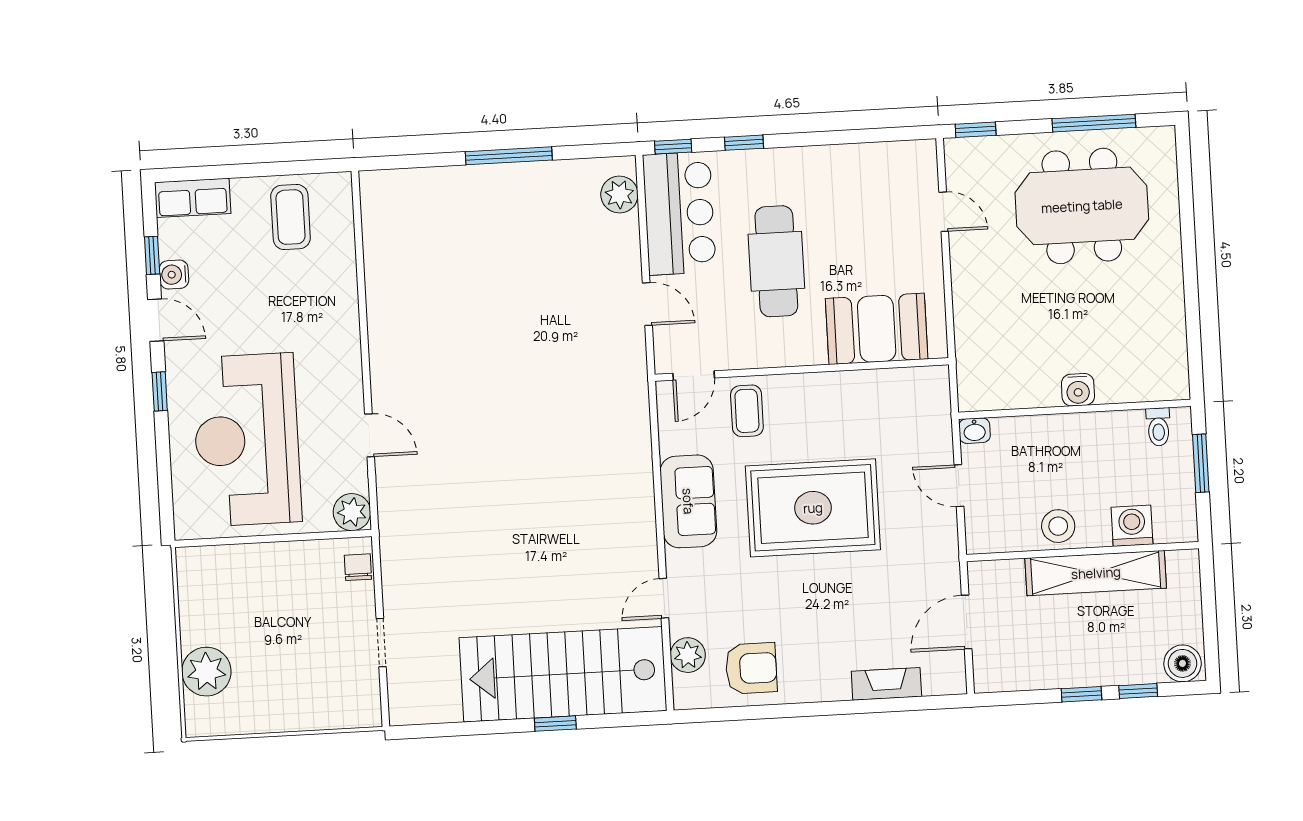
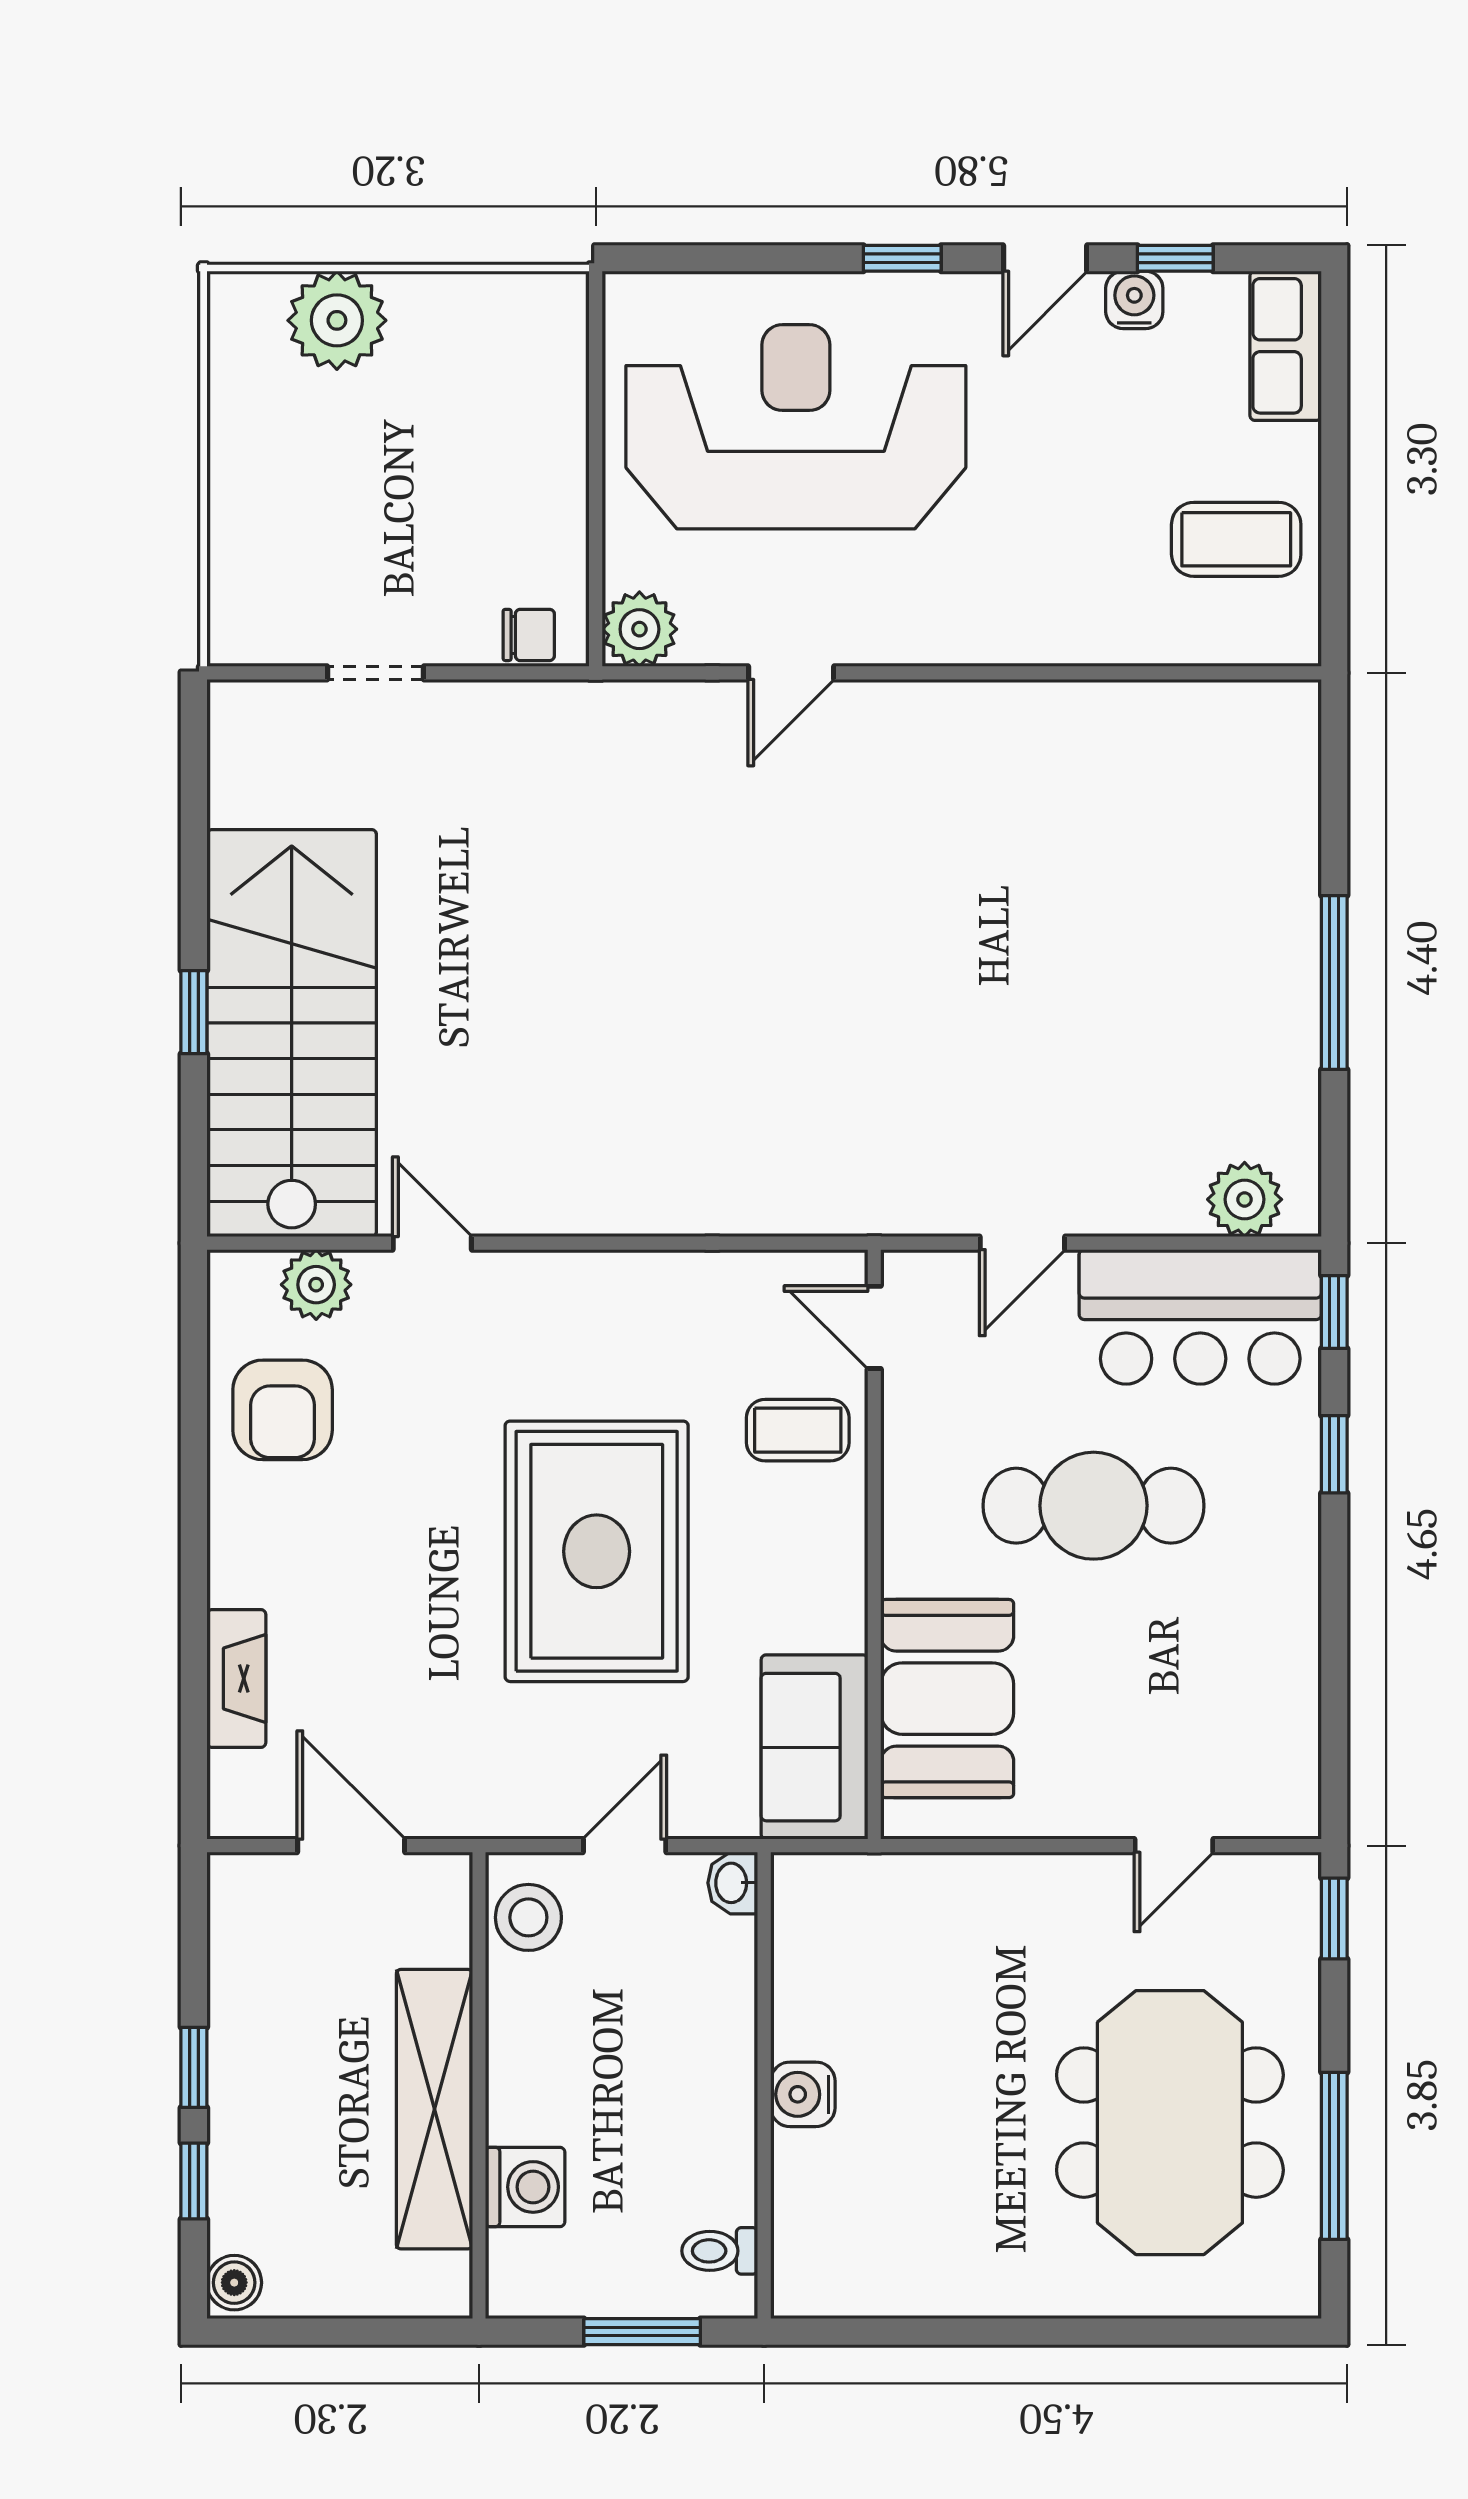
sofa: (688, 501) -> (814, 1747), moved, turned 90
stool: (1058, 526) -> (528, 1917), moved
boiler: (1183, 663) -> (234, 2283), width x0.73, depth x0.73

